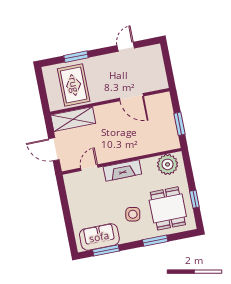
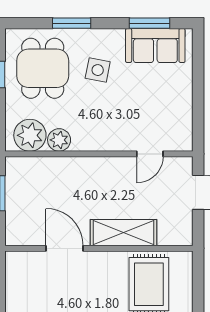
shelving: (73, 119) -> (123, 233), moved
plant: (149, 165) -> (59, 140), added
fireplace: (122, 170) -> (100, 140), removed

